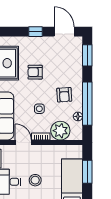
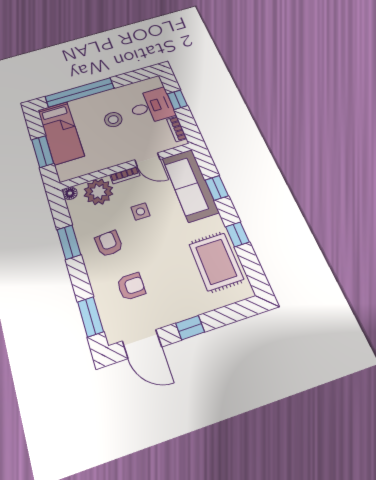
armchair: (35, 72) -> (131, 286), moved
window: (87, 104) -> (69, 242), width x0.47
floor lamp: (78, 116) -> (70, 193), moved

